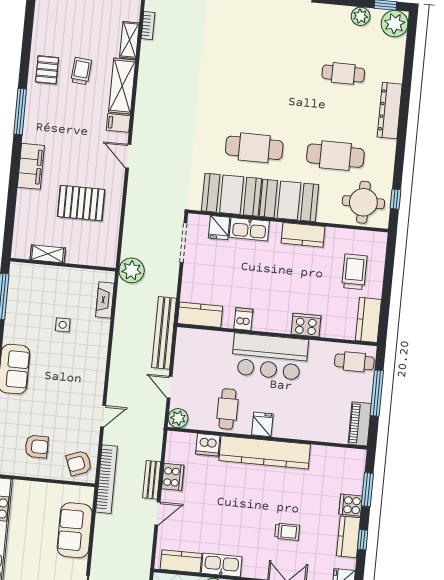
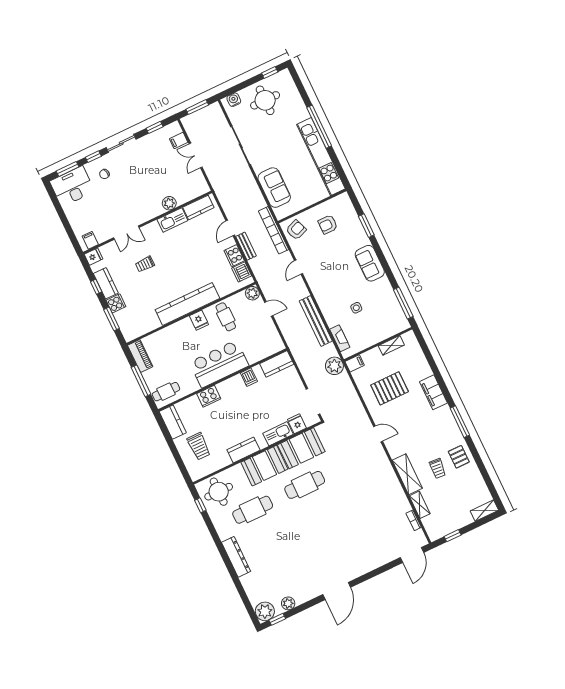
cafe table: (343, 73) -> (278, 562), removed
filing cabinet: (118, 123) -> (355, 363), moved
bench: (164, 333) -> (316, 321), moved
dishwasher: (208, 445) -> (242, 272), moved, turned -90

